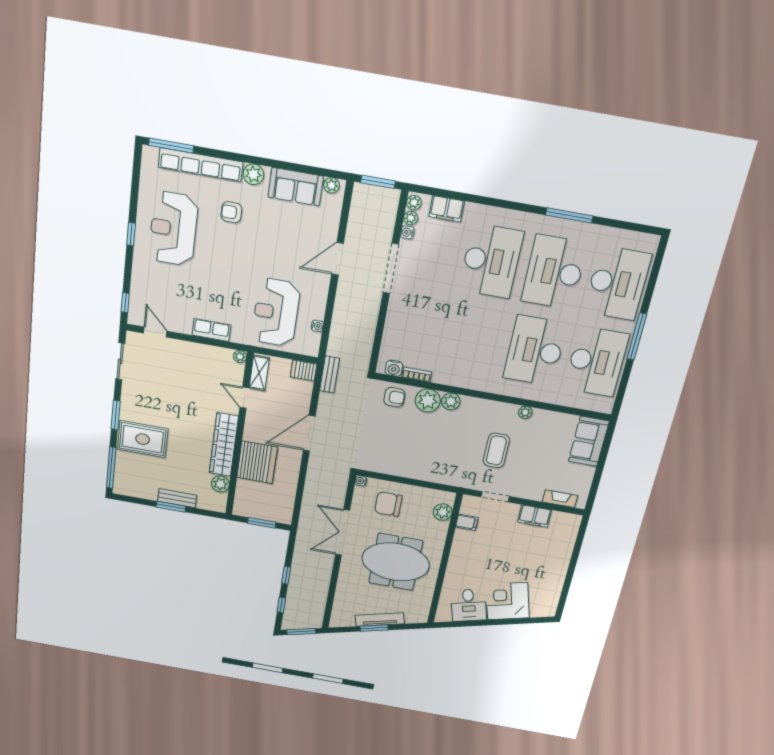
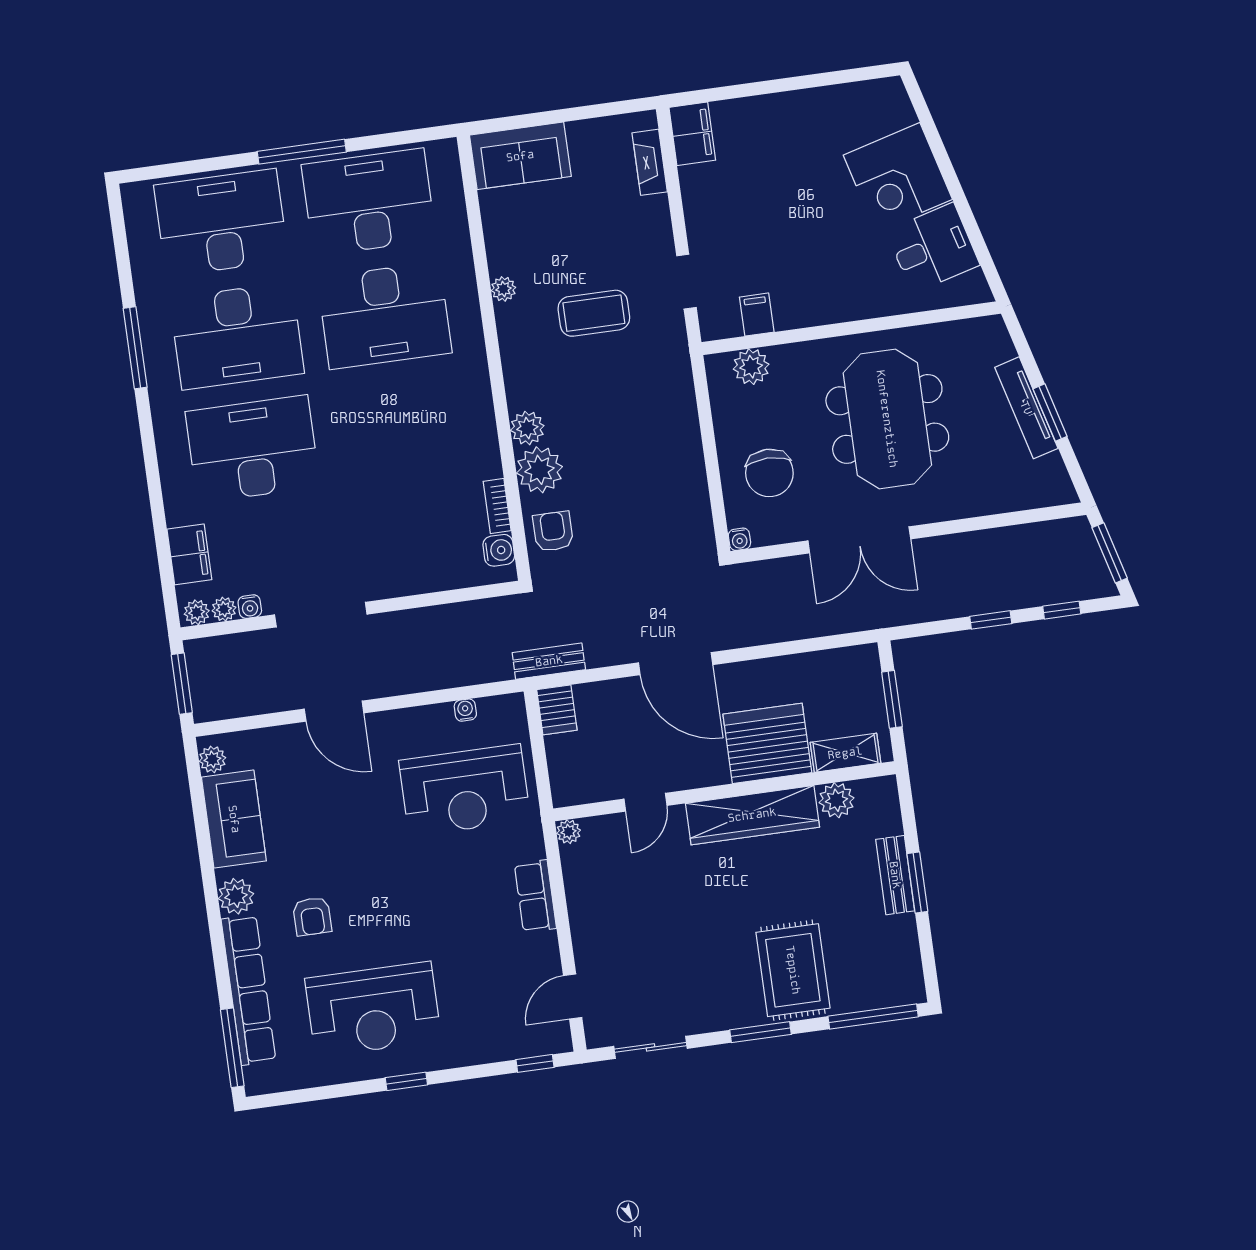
shelving: (259, 373) -> (845, 753), moved
filing cabinet: (535, 516) -> (692, 134), moved

